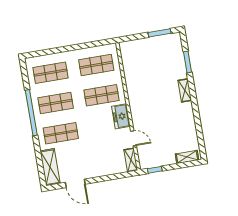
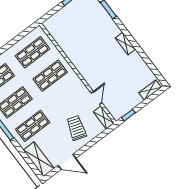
shelving: (185, 90) -> (125, 44), moved
freezer: (121, 116) -> (76, 85), removed
door: (134, 138) -> (97, 98), hinge flipped
trolley: (100, 157) -> (76, 128), added

